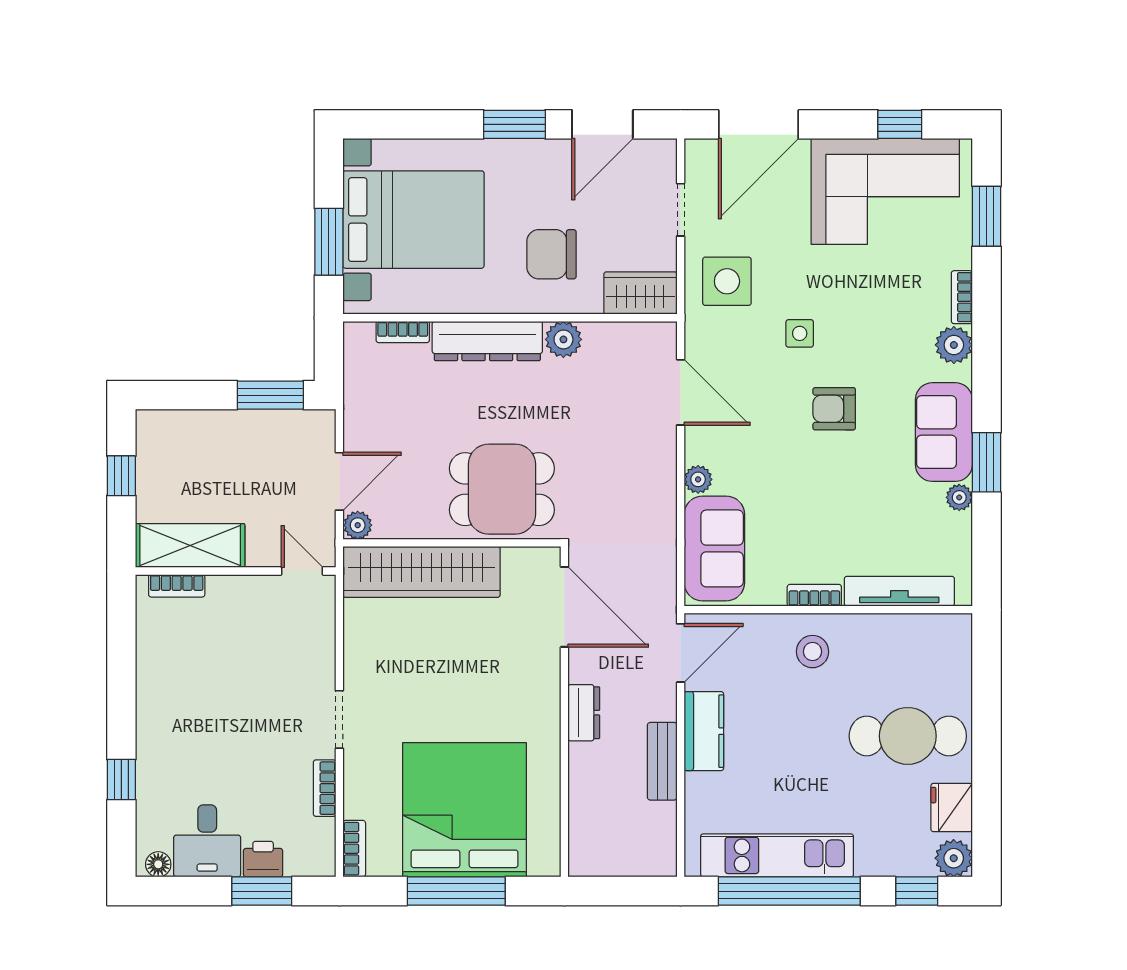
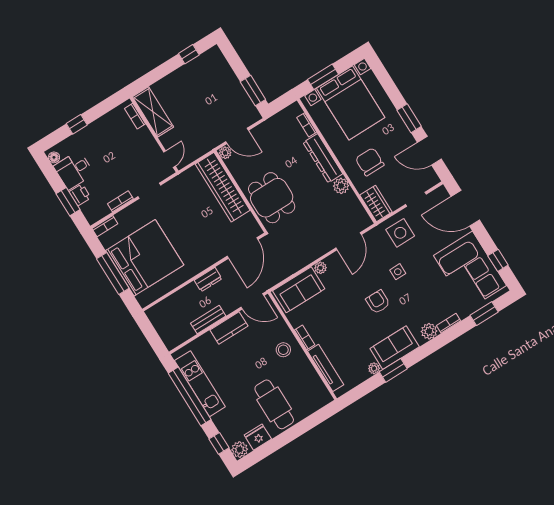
shelving: (190, 546) -> (153, 112), moved
wall: (236, 571) -> (154, 135), moved
door: (302, 571) -> (169, 159), moved
bookcase: (177, 586) -> (135, 116), moved

